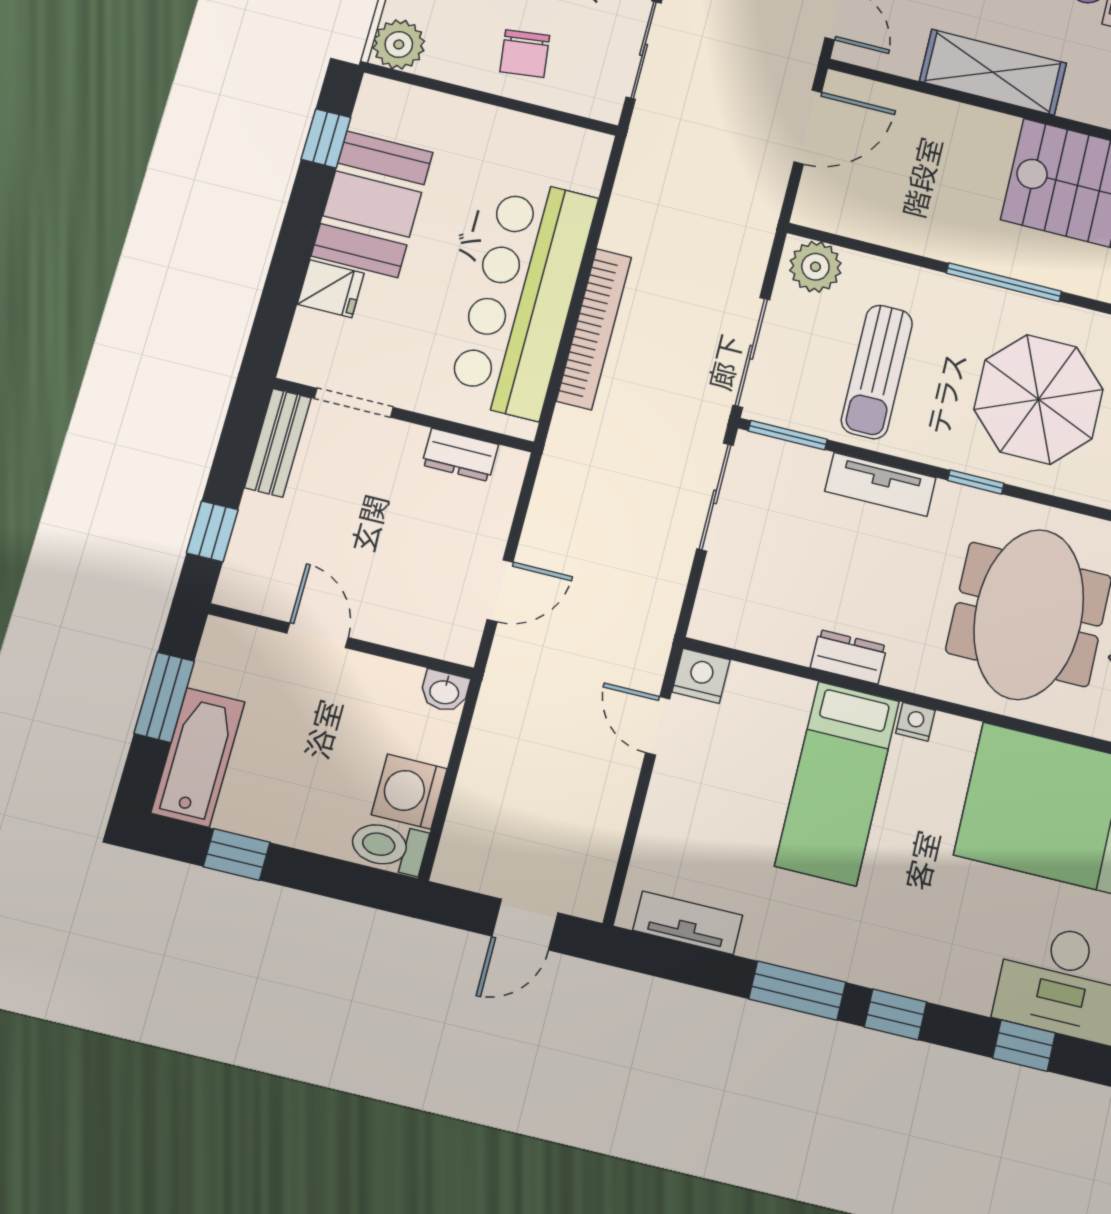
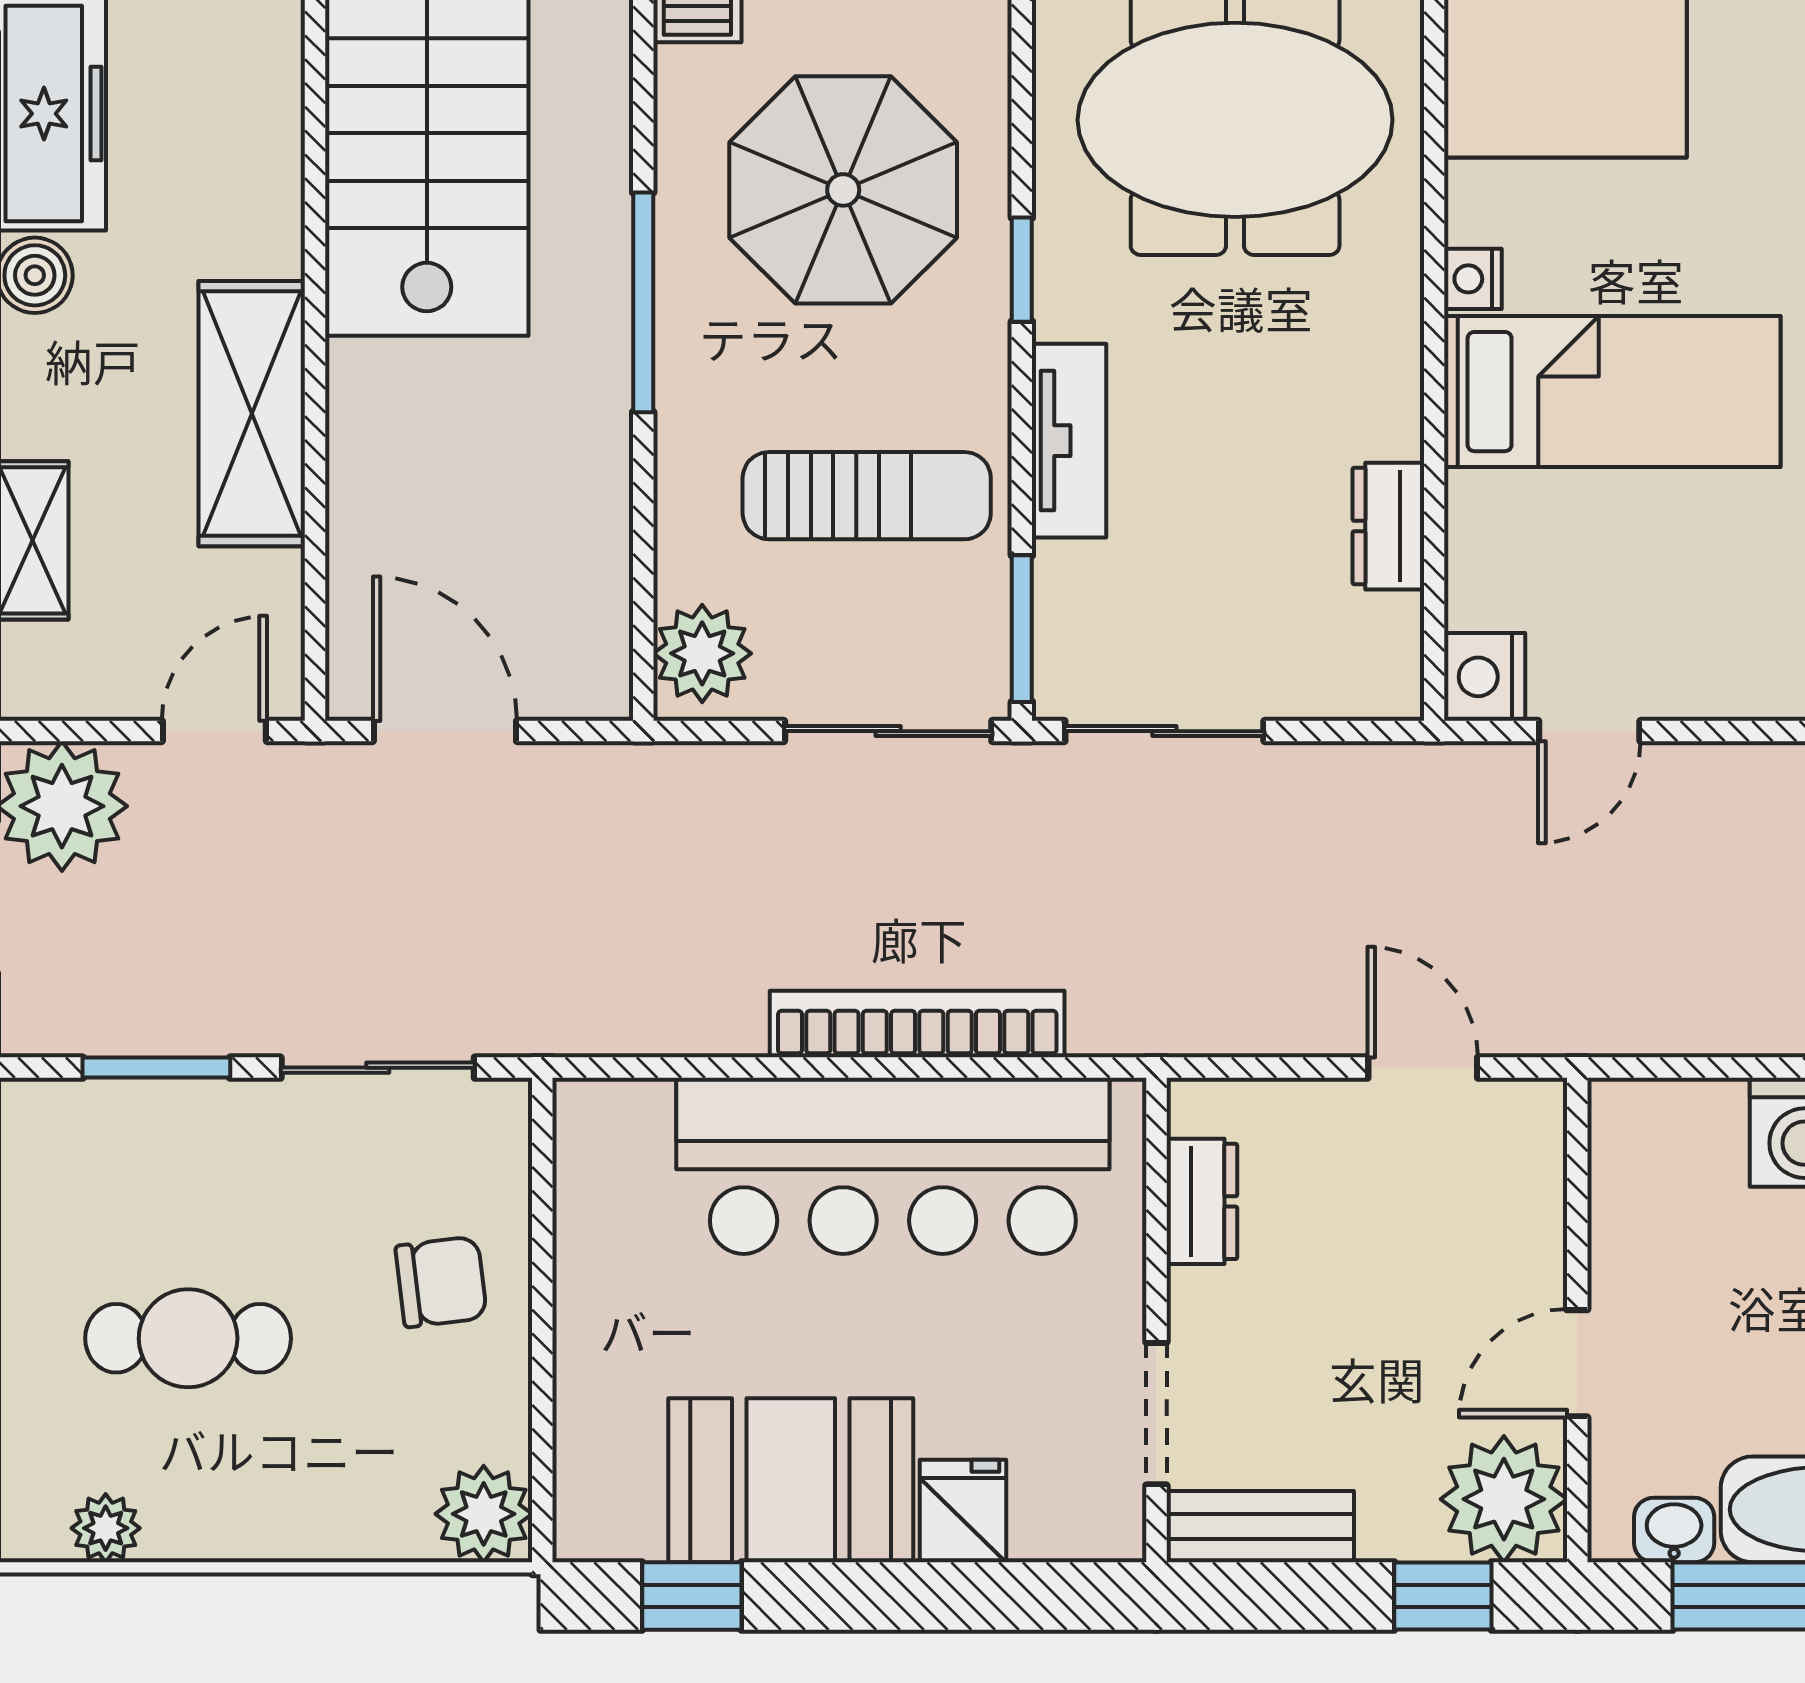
plant: (255, 577) -> (1504, 1499), added
dresser: (849, 657) -> (1388, 526), moved
washbasin: (444, 691) -> (1674, 1530), moved, turned -90

